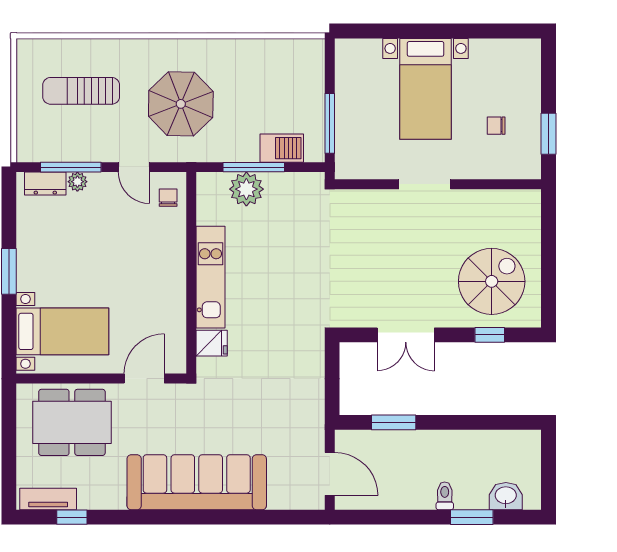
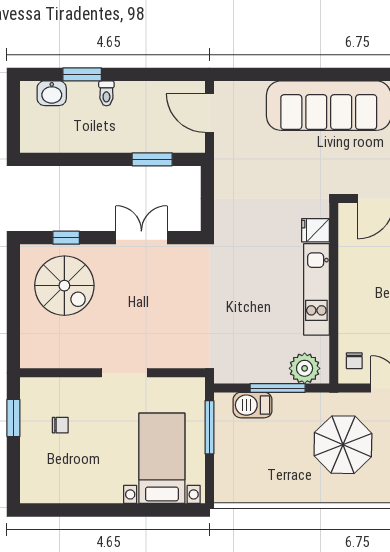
bed with nightstands: (426, 89) -> (162, 458), moved
plant: (246, 189) -> (305, 368), moved
spiral stairs: (492, 281) -> (64, 286), turned -90

